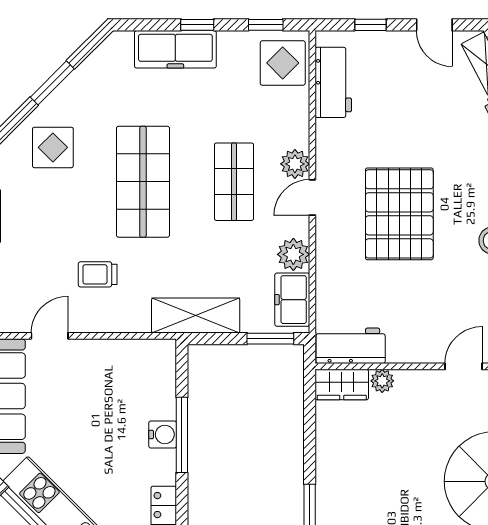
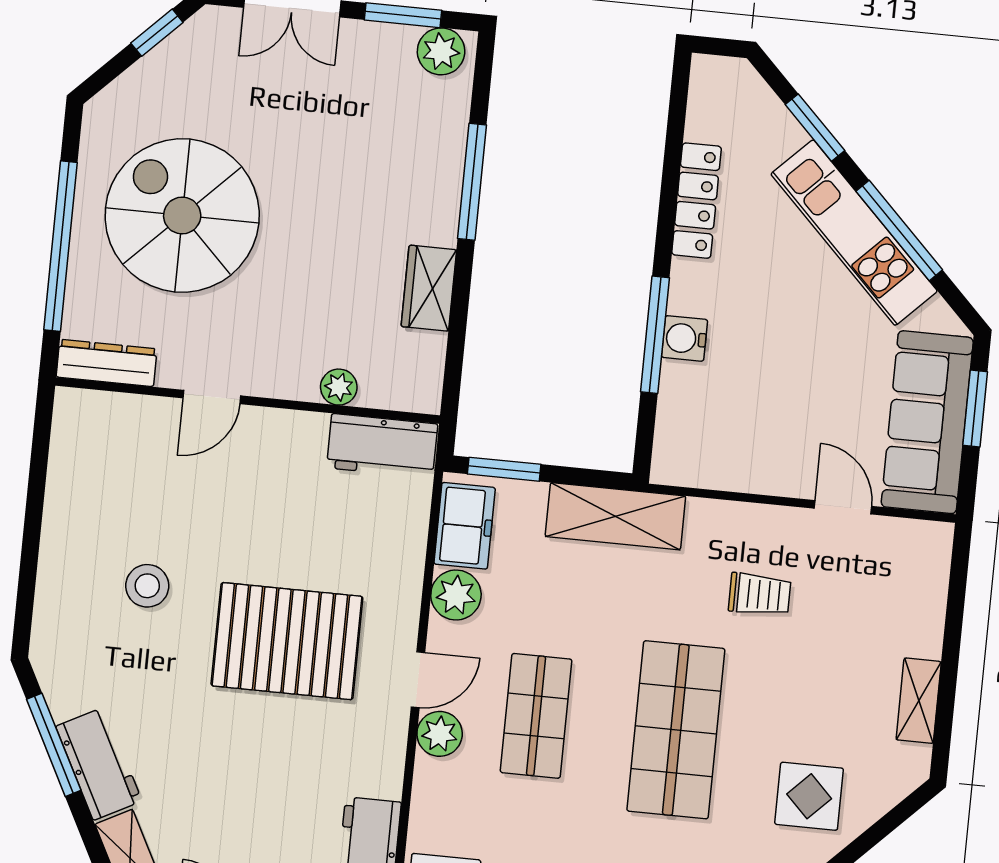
pallet: (399, 214) -> (287, 641), turned 90
door: (50, 336) -> (843, 507), swing flipped
wardrobe: (342, 385) -> (429, 288), moved, turned -90

